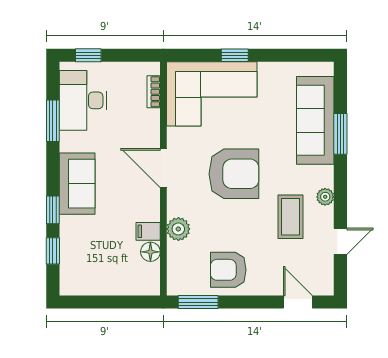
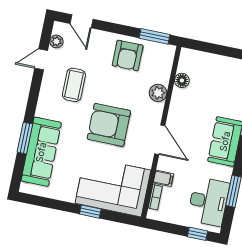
plant: (325, 197) -> (56, 41), moved
filing cabinet: (148, 231) -> (163, 178), moved
armchair: (228, 270) -> (128, 55), turned 90

